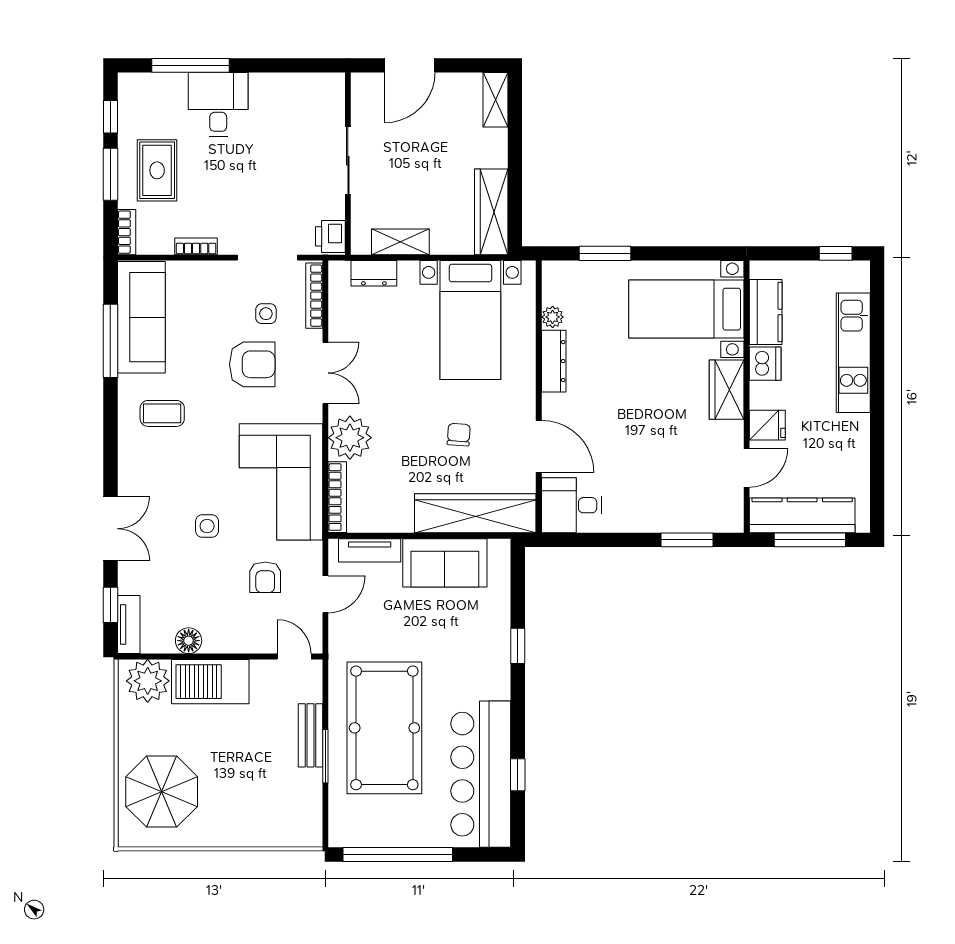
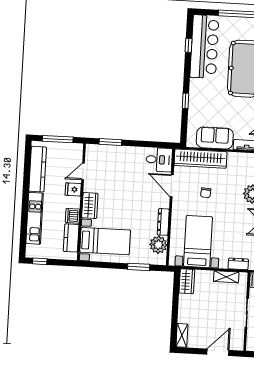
wardrobe: (491, 212) -> (187, 281), width x0.67
plant: (553, 317) -> (158, 245), width x1.87, depth x1.87
kitchen counter: (802, 515) -> (38, 169), moved, turned -90

